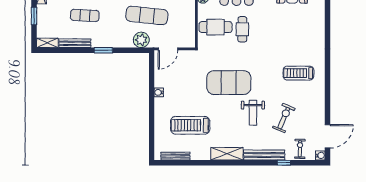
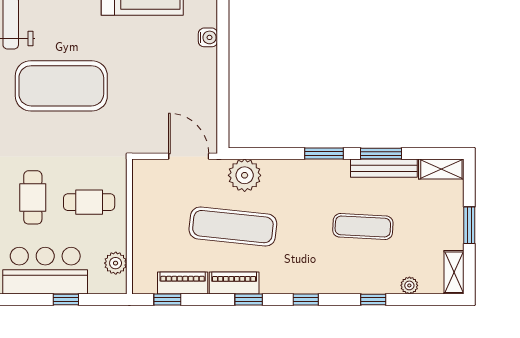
cafe table: (216, 27) -> (89, 202), width x0.73, depth x0.74
door: (168, 49) -> (189, 156), hinge flipped
window: (76, 50) -> (381, 153), added
water cooler: (159, 92) -> (208, 37), moved

